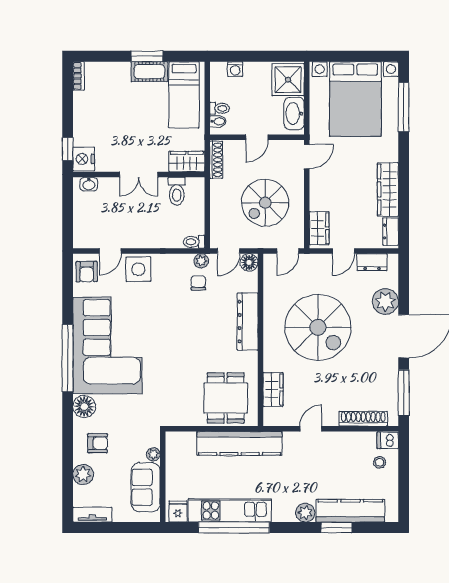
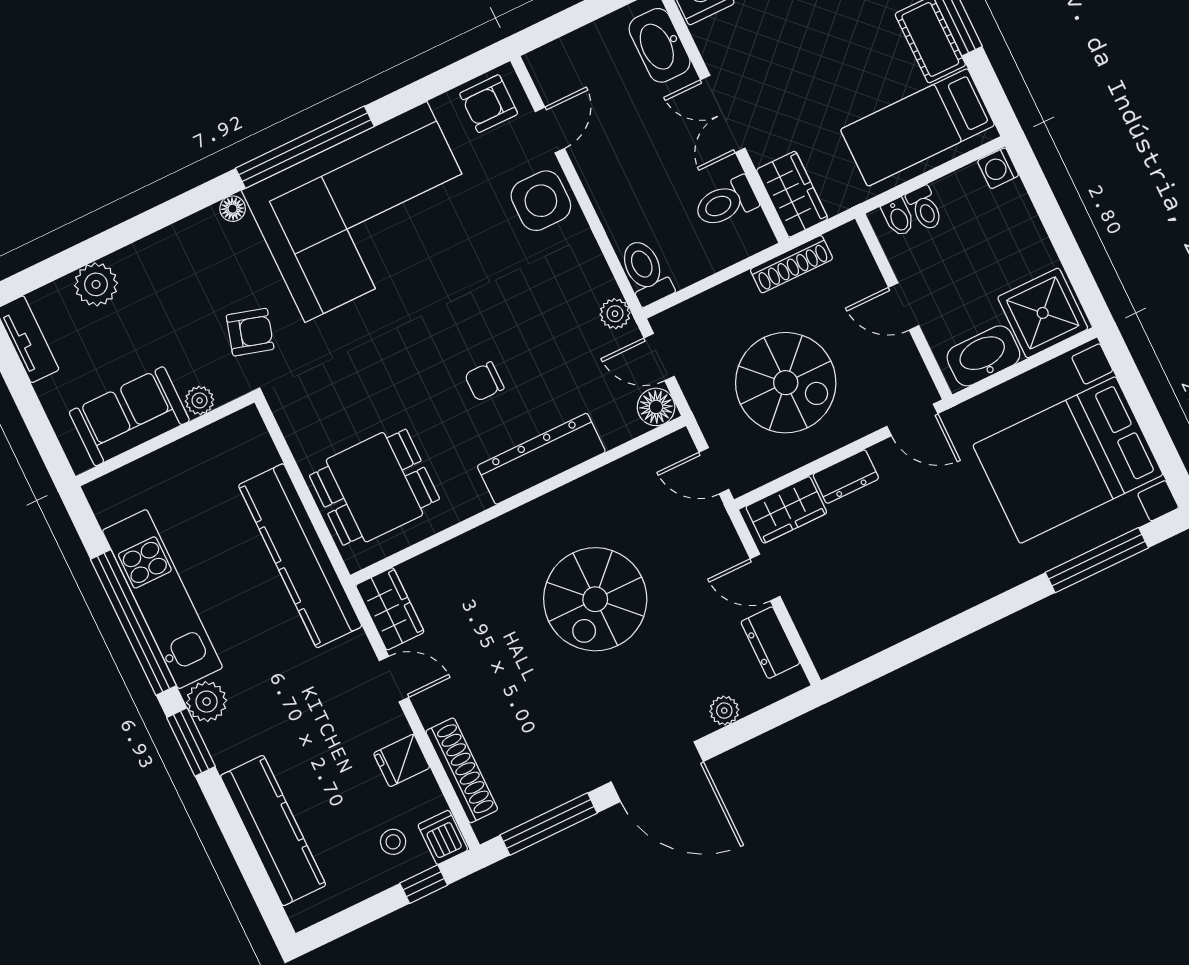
washing machine: (235, 69) -> (998, 168), moved
shoe rack: (216, 160) -> (791, 264), moved
washbasin: (89, 184) -> (660, 45), width x1.91, depth x1.45
wardrobe: (388, 189) -> (924, 606), removed
spiral stairs: (265, 203) -> (786, 383), turned 180
dresser: (391, 232) -> (846, 477), moved, turned 180
toilet: (194, 242) -> (646, 272), width x1.37, depth x1.39
door: (110, 251) -> (550, 130), swing flipped
chair: (198, 283) -> (484, 381), moved, turned 180
plant: (385, 301) -> (724, 711), width x0.53, depth x0.53
spiral stairs: (318, 327) -> (595, 599), width x0.73, depth x0.73
wardrobe: (273, 389) -> (390, 609), moved, turned -90
floor lamp: (84, 407) -> (233, 209), width x0.53, depth x0.53
armchair: (98, 443) -> (250, 332), moved, turned -74
window: (404, 458) -> (424, 884), added
fridge: (178, 512) -> (402, 760), moved, turned 180
plant: (305, 513) -> (207, 702), moved
window: (336, 527) -> (191, 742), moved

